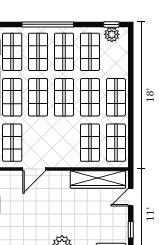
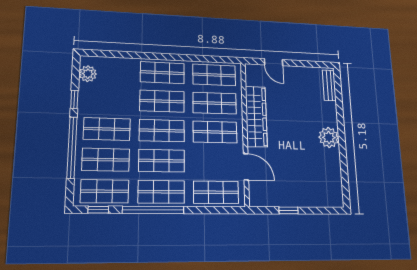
window: (111, 24) -> (74, 99), moved
shop shelf: (90, 52) -> (215, 132), moved
wardrobe: (98, 179) -> (256, 116), moved
window: (131, 230) -> (308, 64), removed

